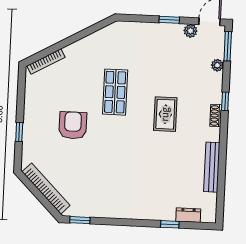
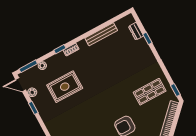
shop shelf: (115, 92) -> (150, 92), moved
rug: (165, 114) -> (65, 87), moved, width x1.36, depth x1.43

